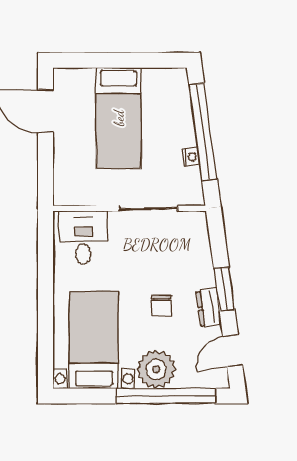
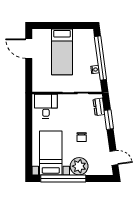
window: (224, 289) -> (109, 120), moved
dresser: (209, 308) -> (99, 107), moved
door: (233, 351) -> (114, 158), swing flipped
window: (166, 396) -> (63, 178), moved

